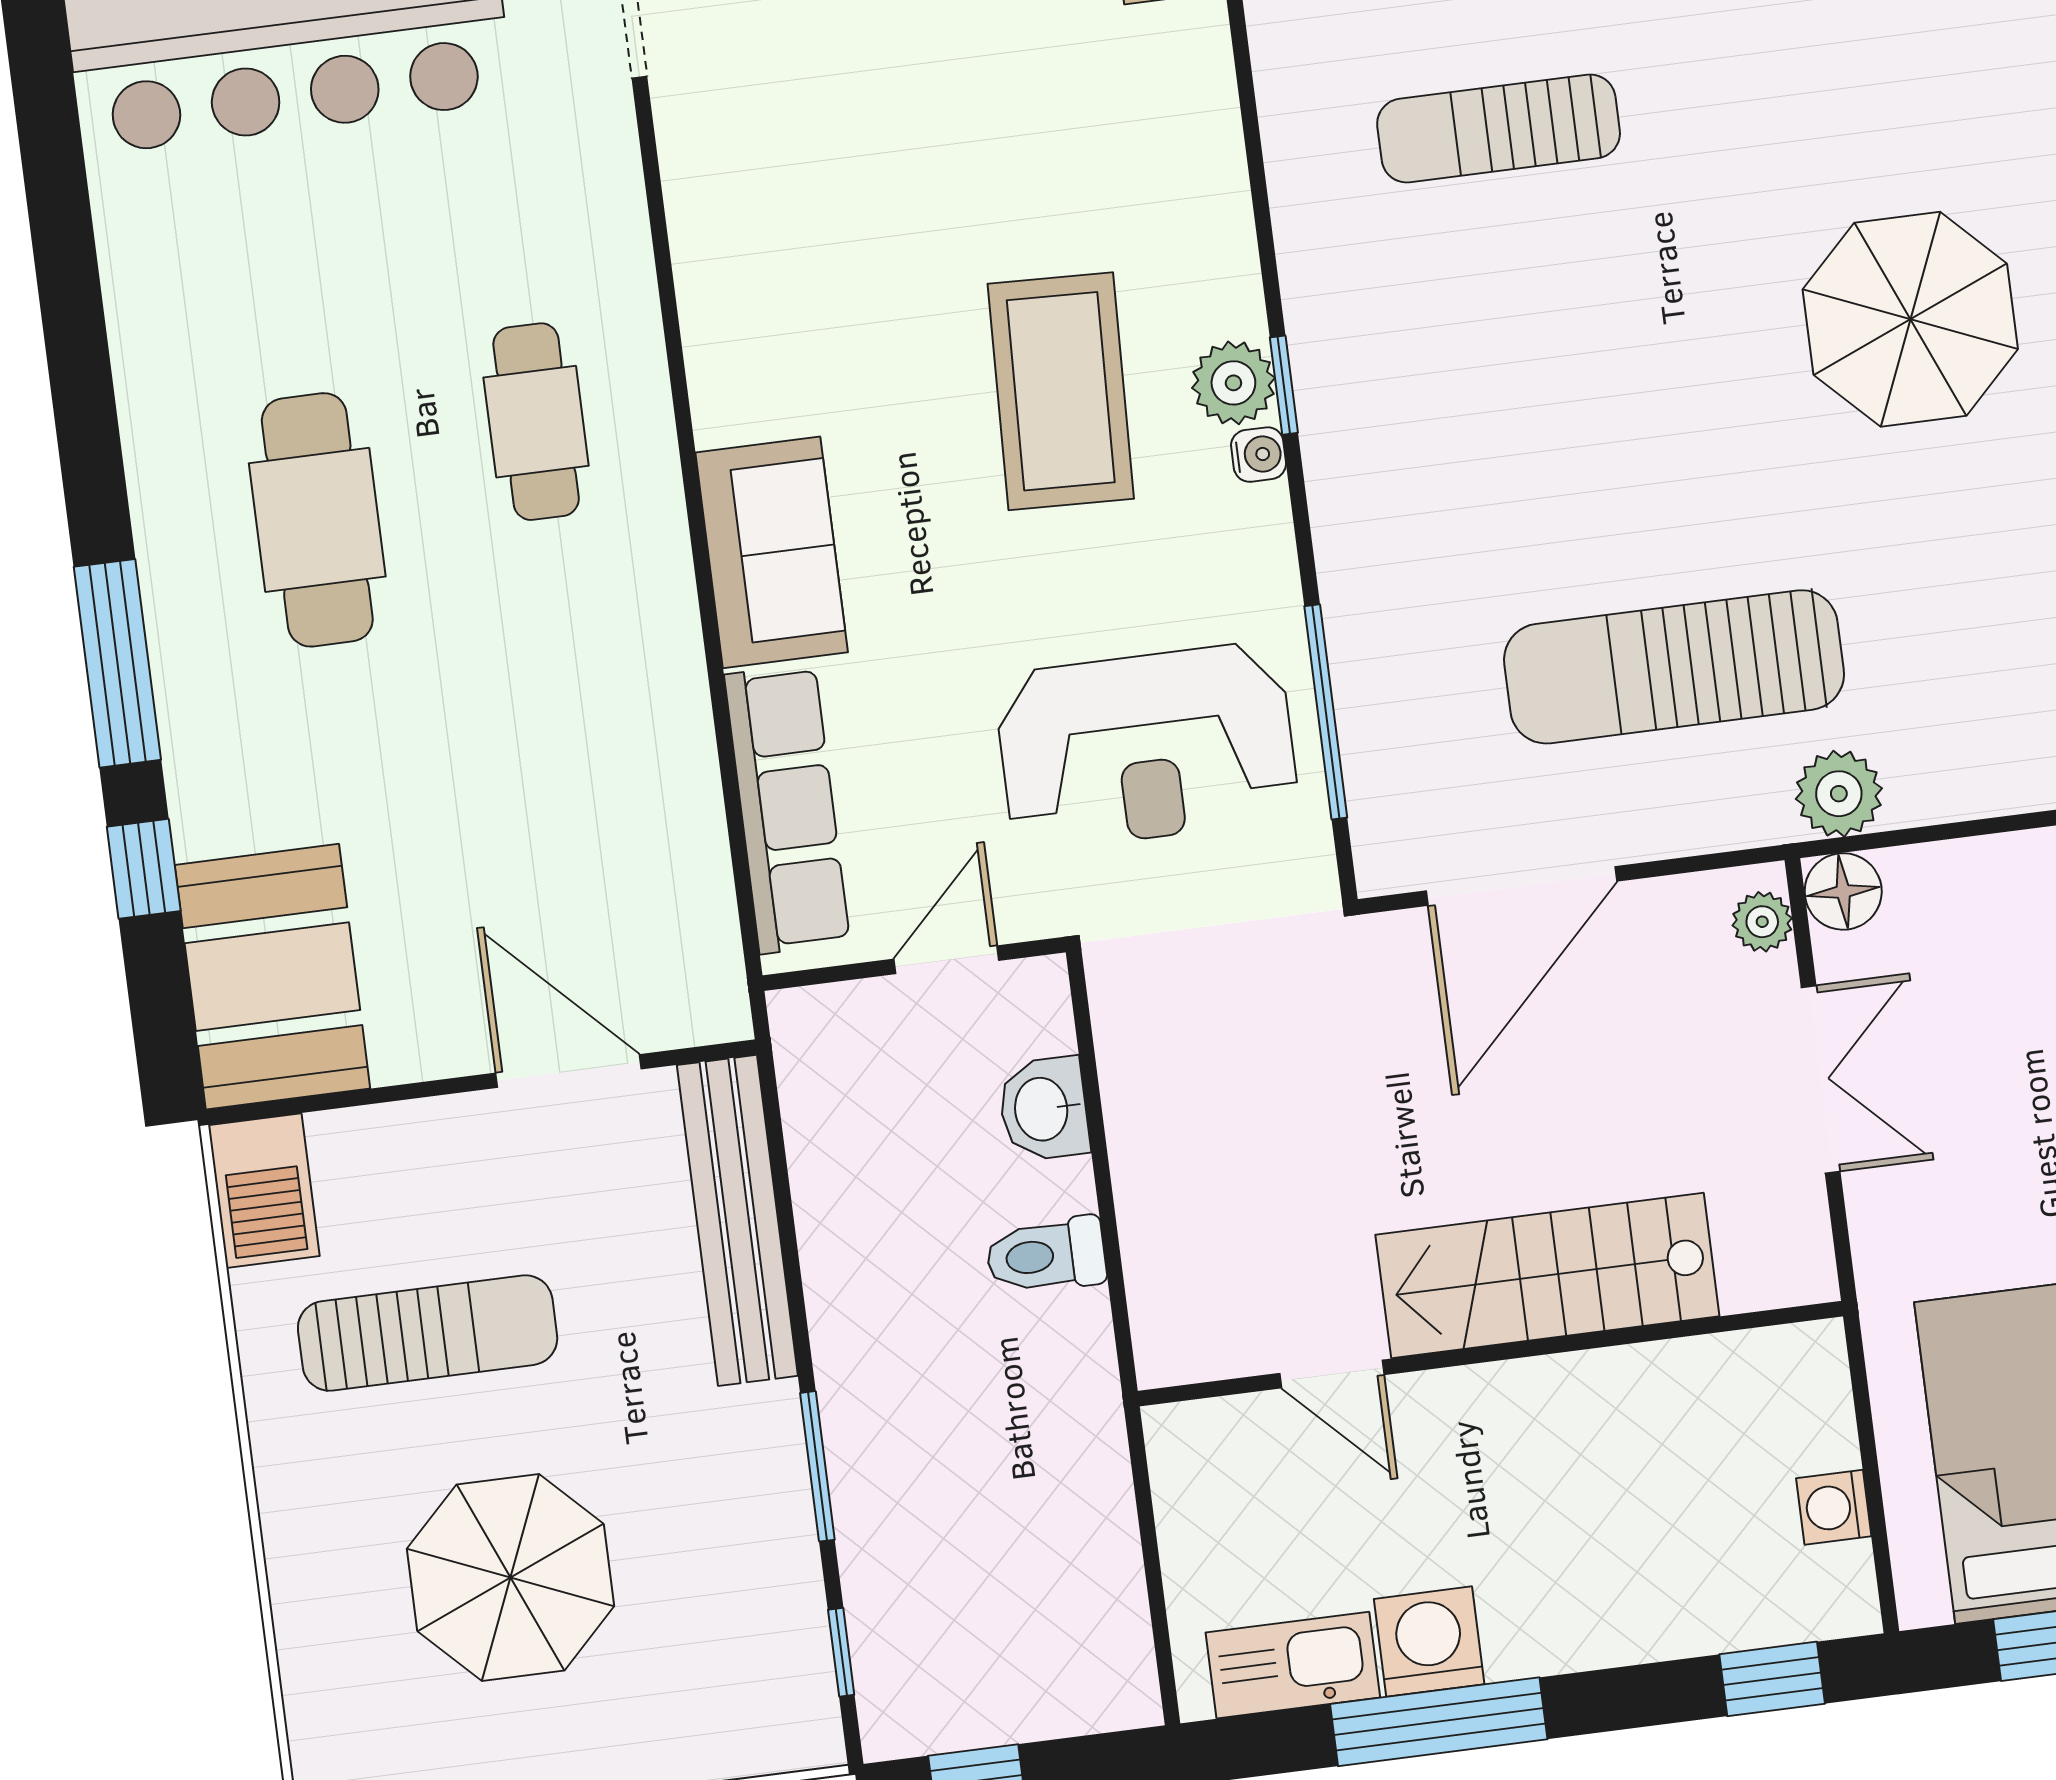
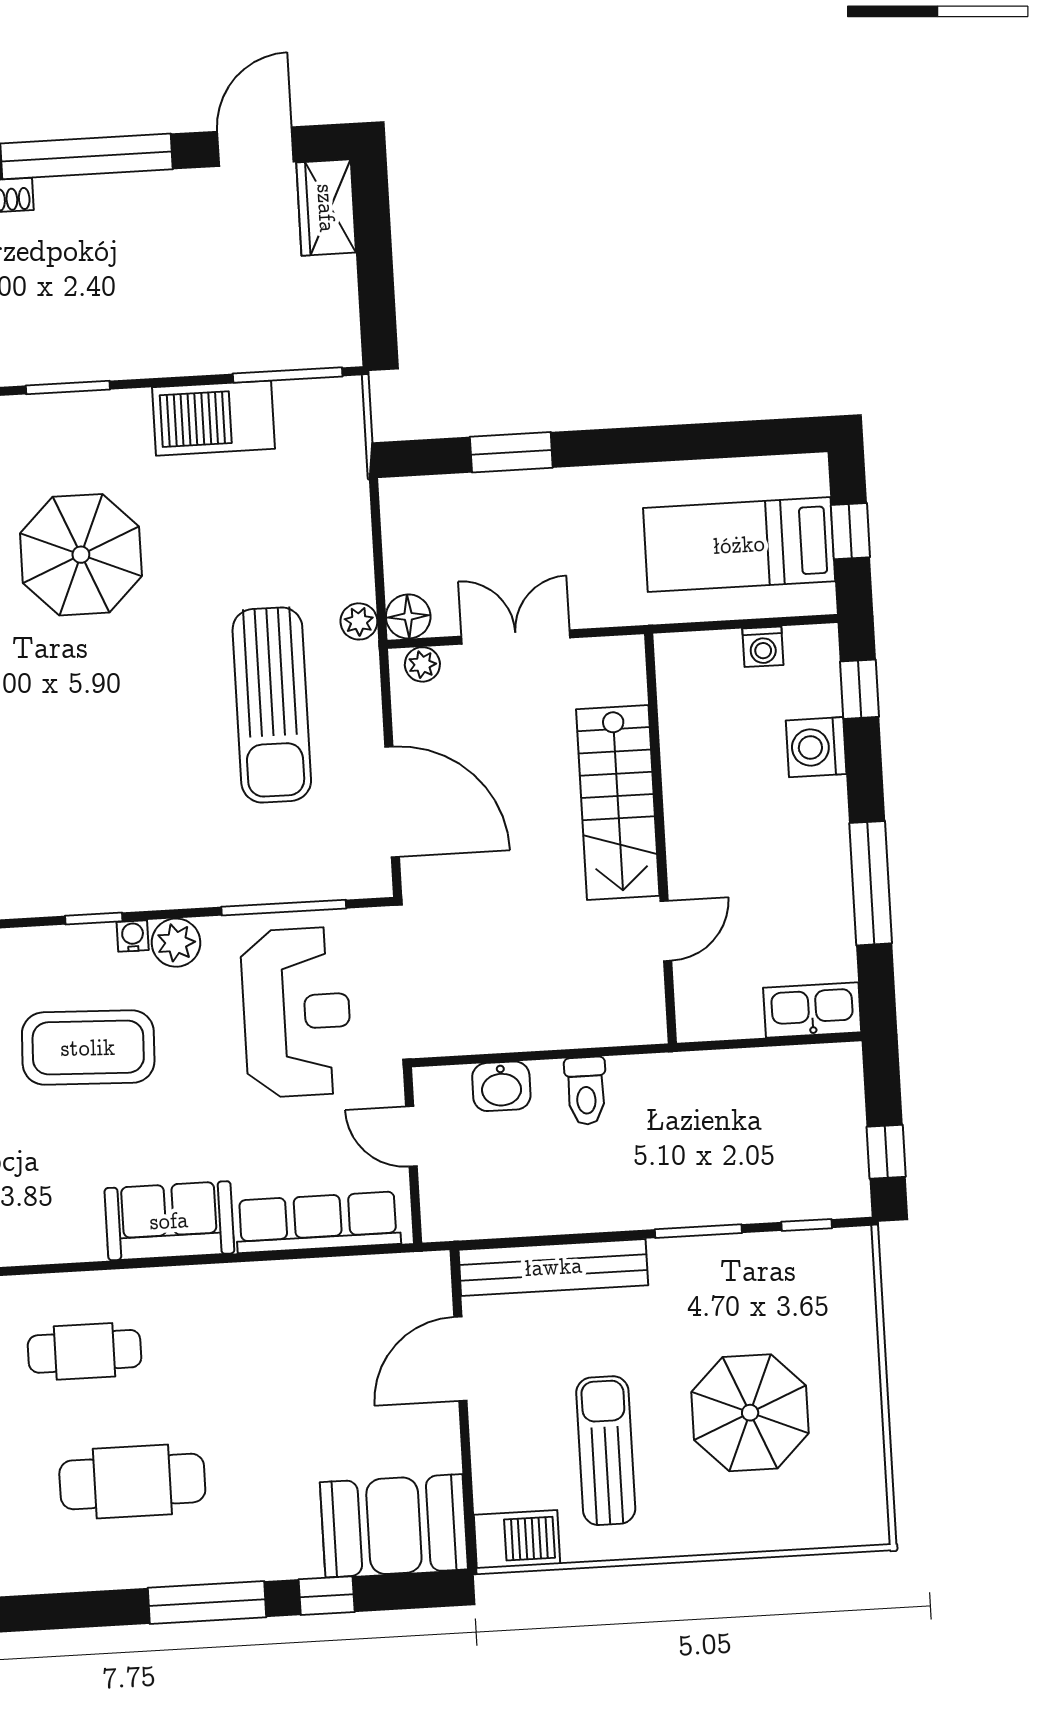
plant: (1233, 383) -> (176, 943), moved
plant: (1839, 794) -> (359, 621), width x0.73, depth x0.73
washing machine: (1429, 1642) -> (816, 747), moved
kitchen sink: (1293, 1665) -> (812, 1010), moved, turned 90

